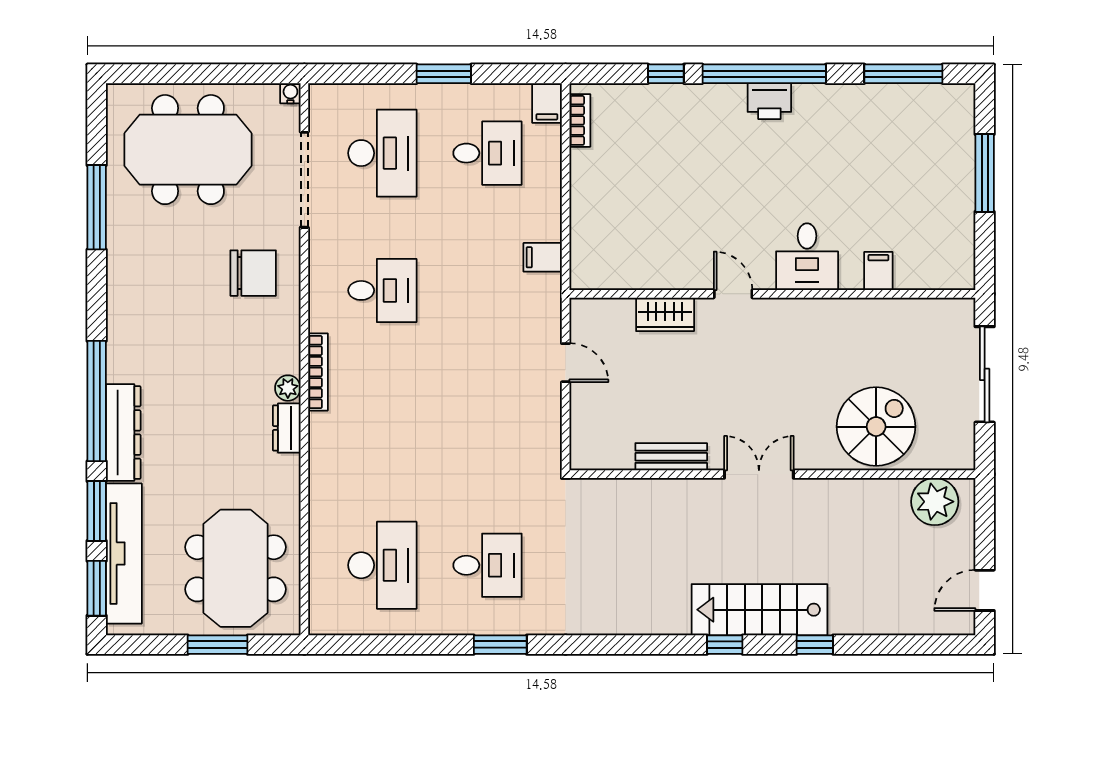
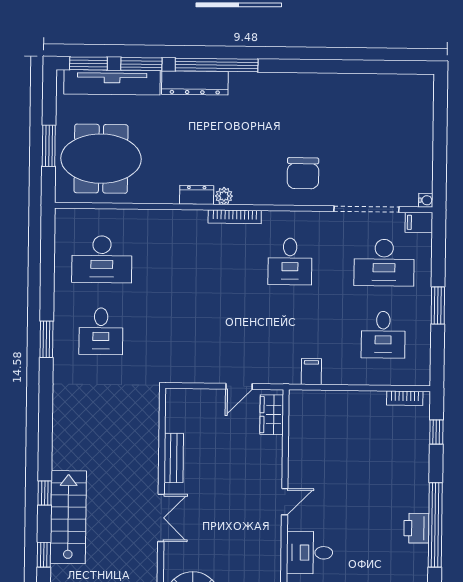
window: (666, 74) -> (436, 432), moved
filing cabinet: (547, 103) -> (419, 222), moved
meeting table: (188, 150) -> (388, 130), removed
window: (97, 207) -> (349, 67), removed
wardrobe: (665, 314) -> (272, 415), moved

